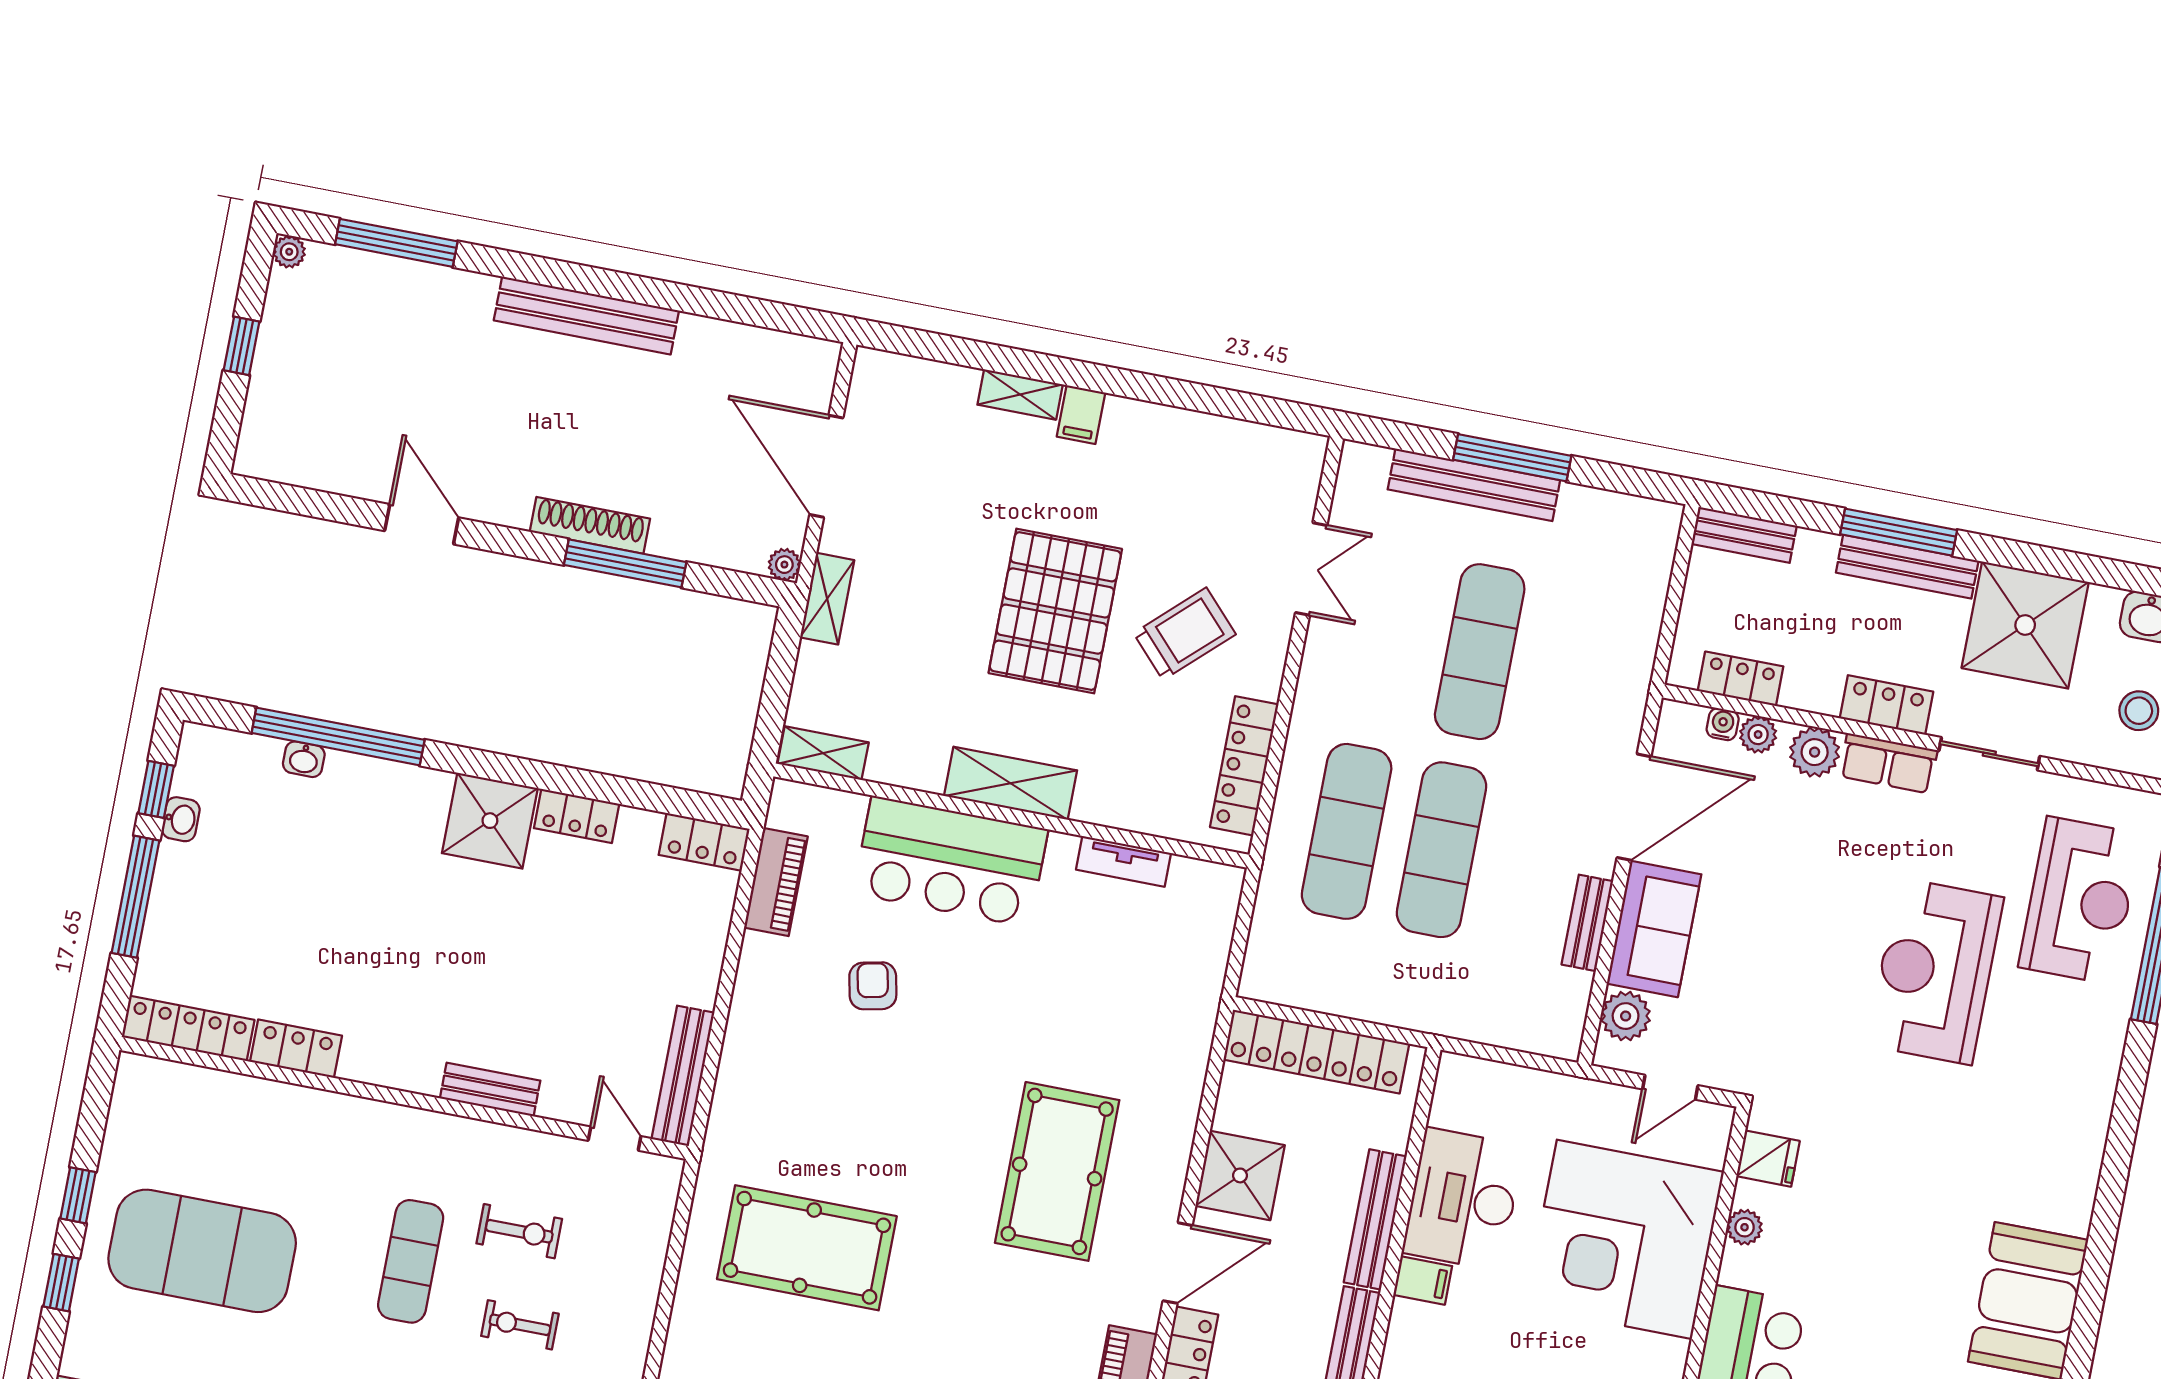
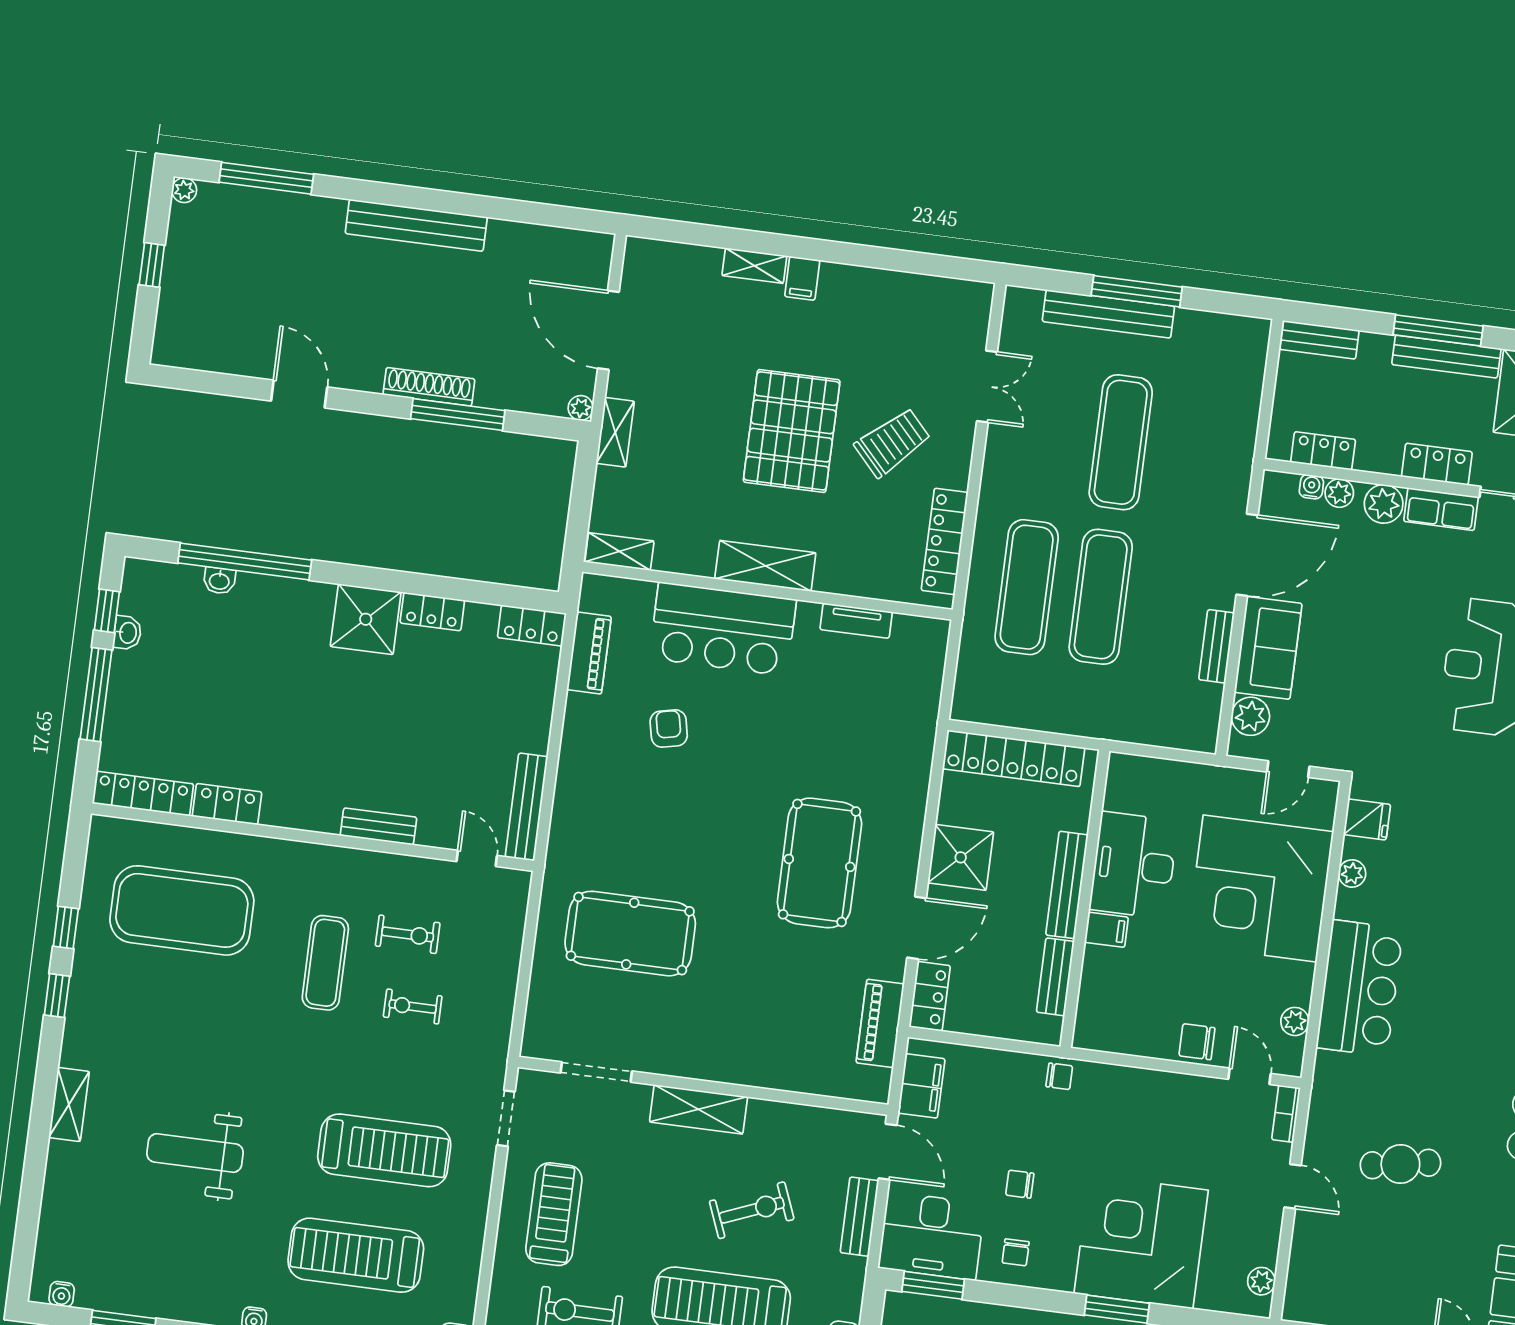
exercise mat: (202, 1251) -> (182, 910), moved

